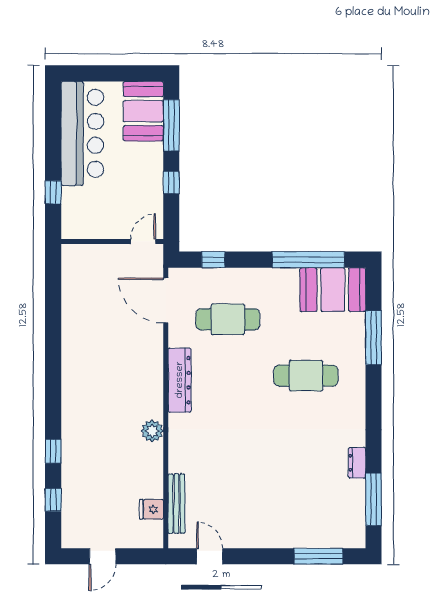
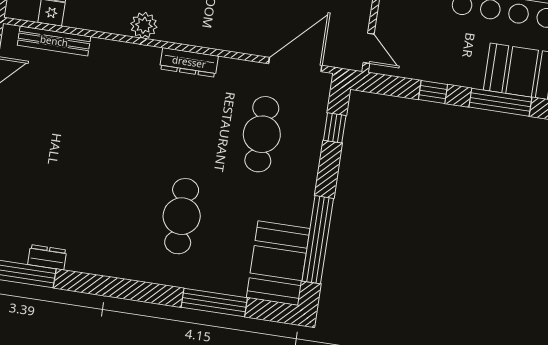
dresser: (180, 380) -> (189, 62), width x0.73, depth x0.80
dresser: (357, 463) -> (47, 257), moved

